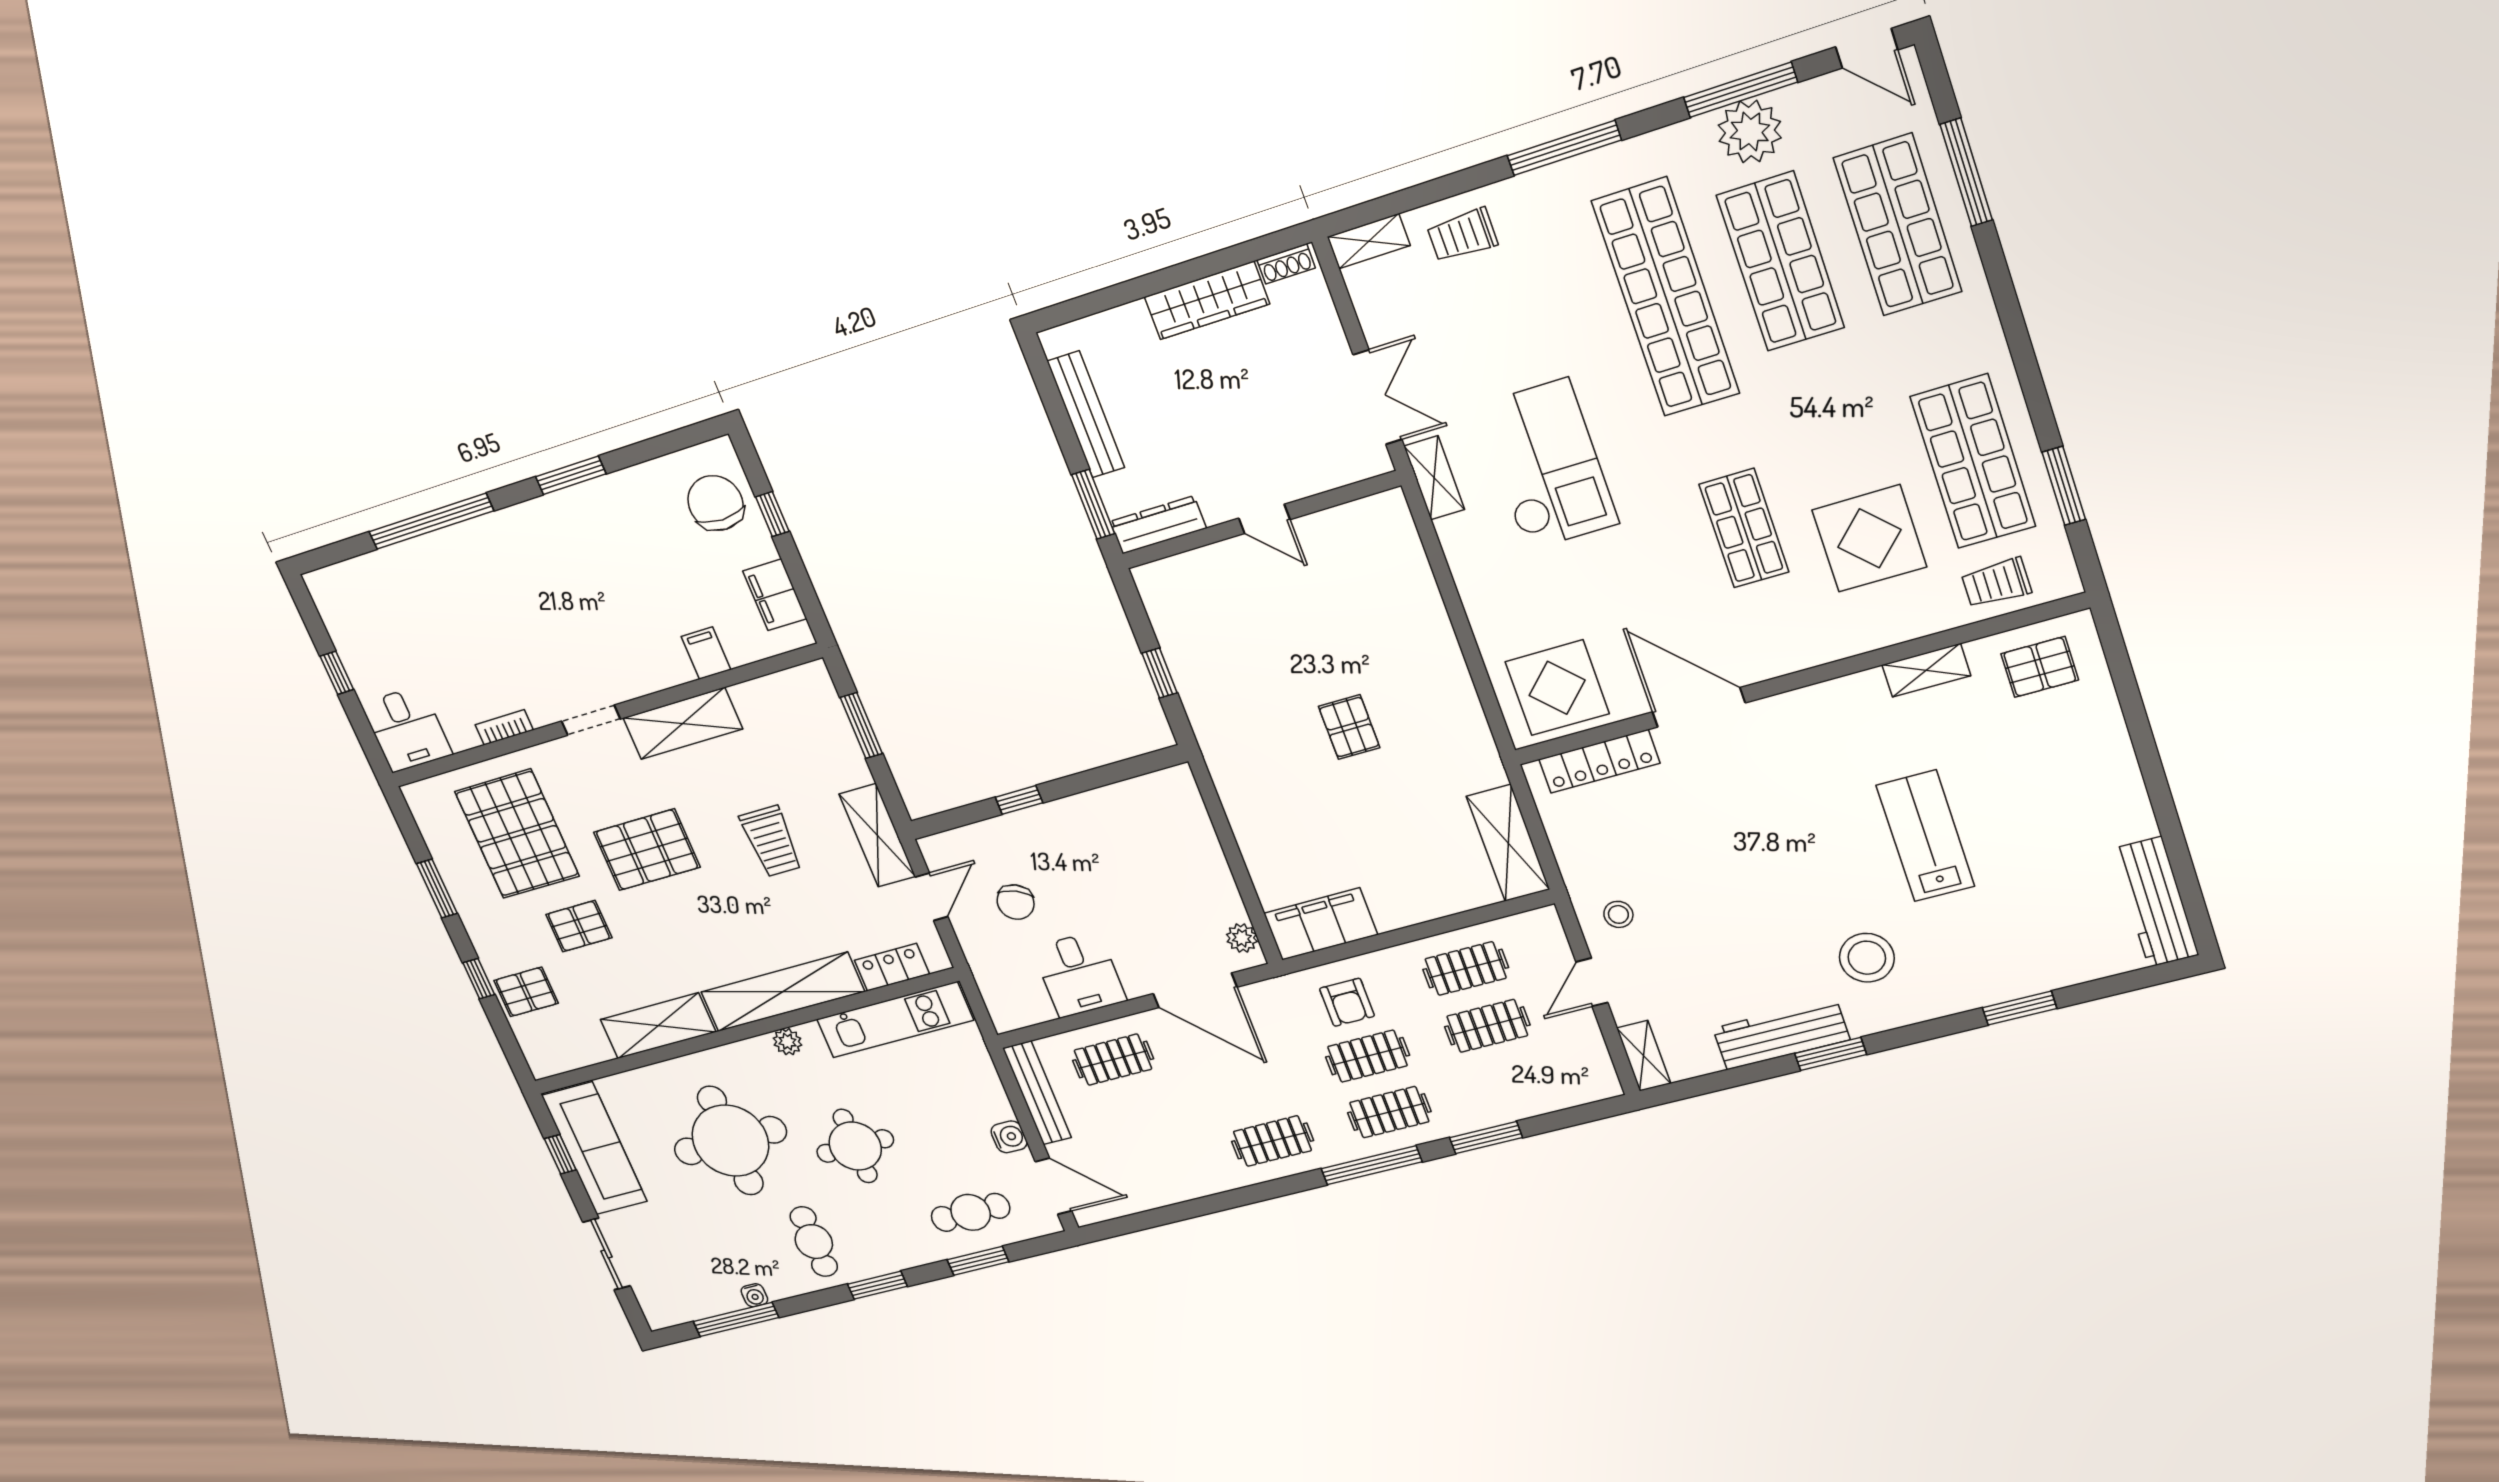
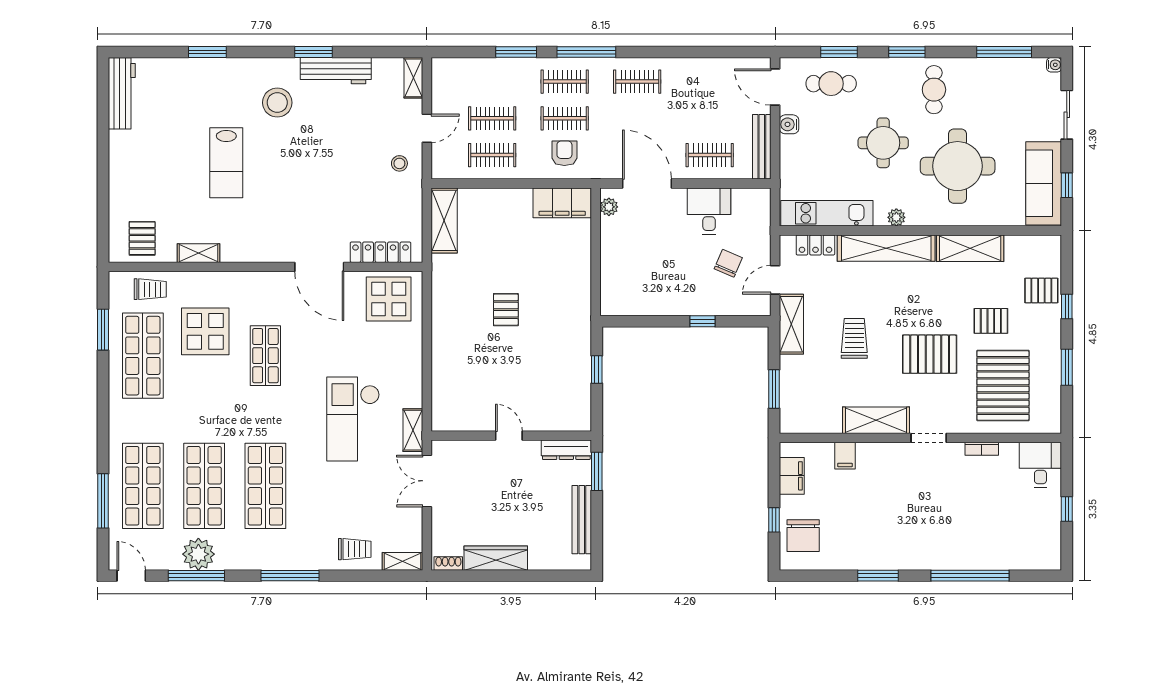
shop shelf: (1666, 297) -> (265, 486), width x0.71
pallet: (2040, 667) -> (142, 238), turned 90
water cooler: (754, 1295) -> (1054, 65), moved, turned 90

